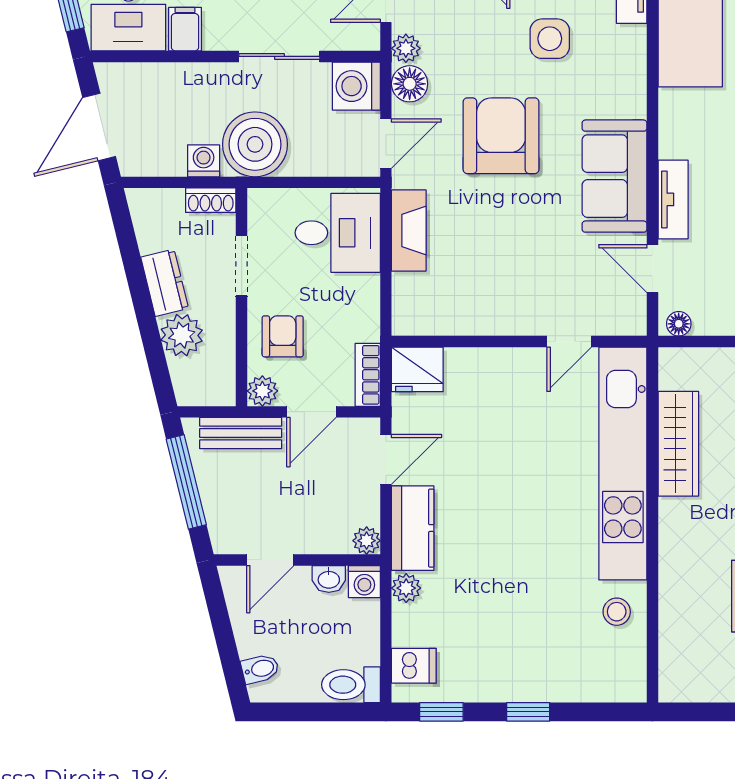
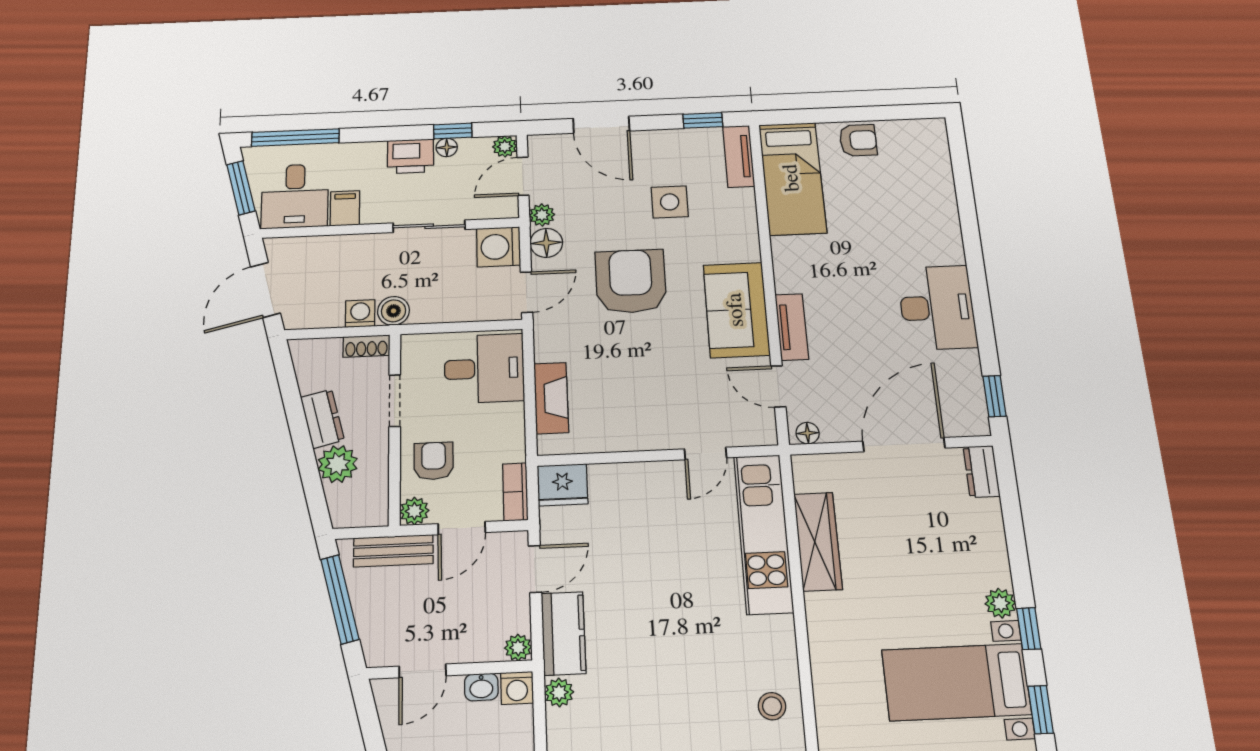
boiler: (255, 144) -> (394, 311), width x0.54, depth x0.54
fireplace: (409, 230) -> (551, 398), moved
kitchen unit: (623, 464) -> (763, 534), width x0.73

